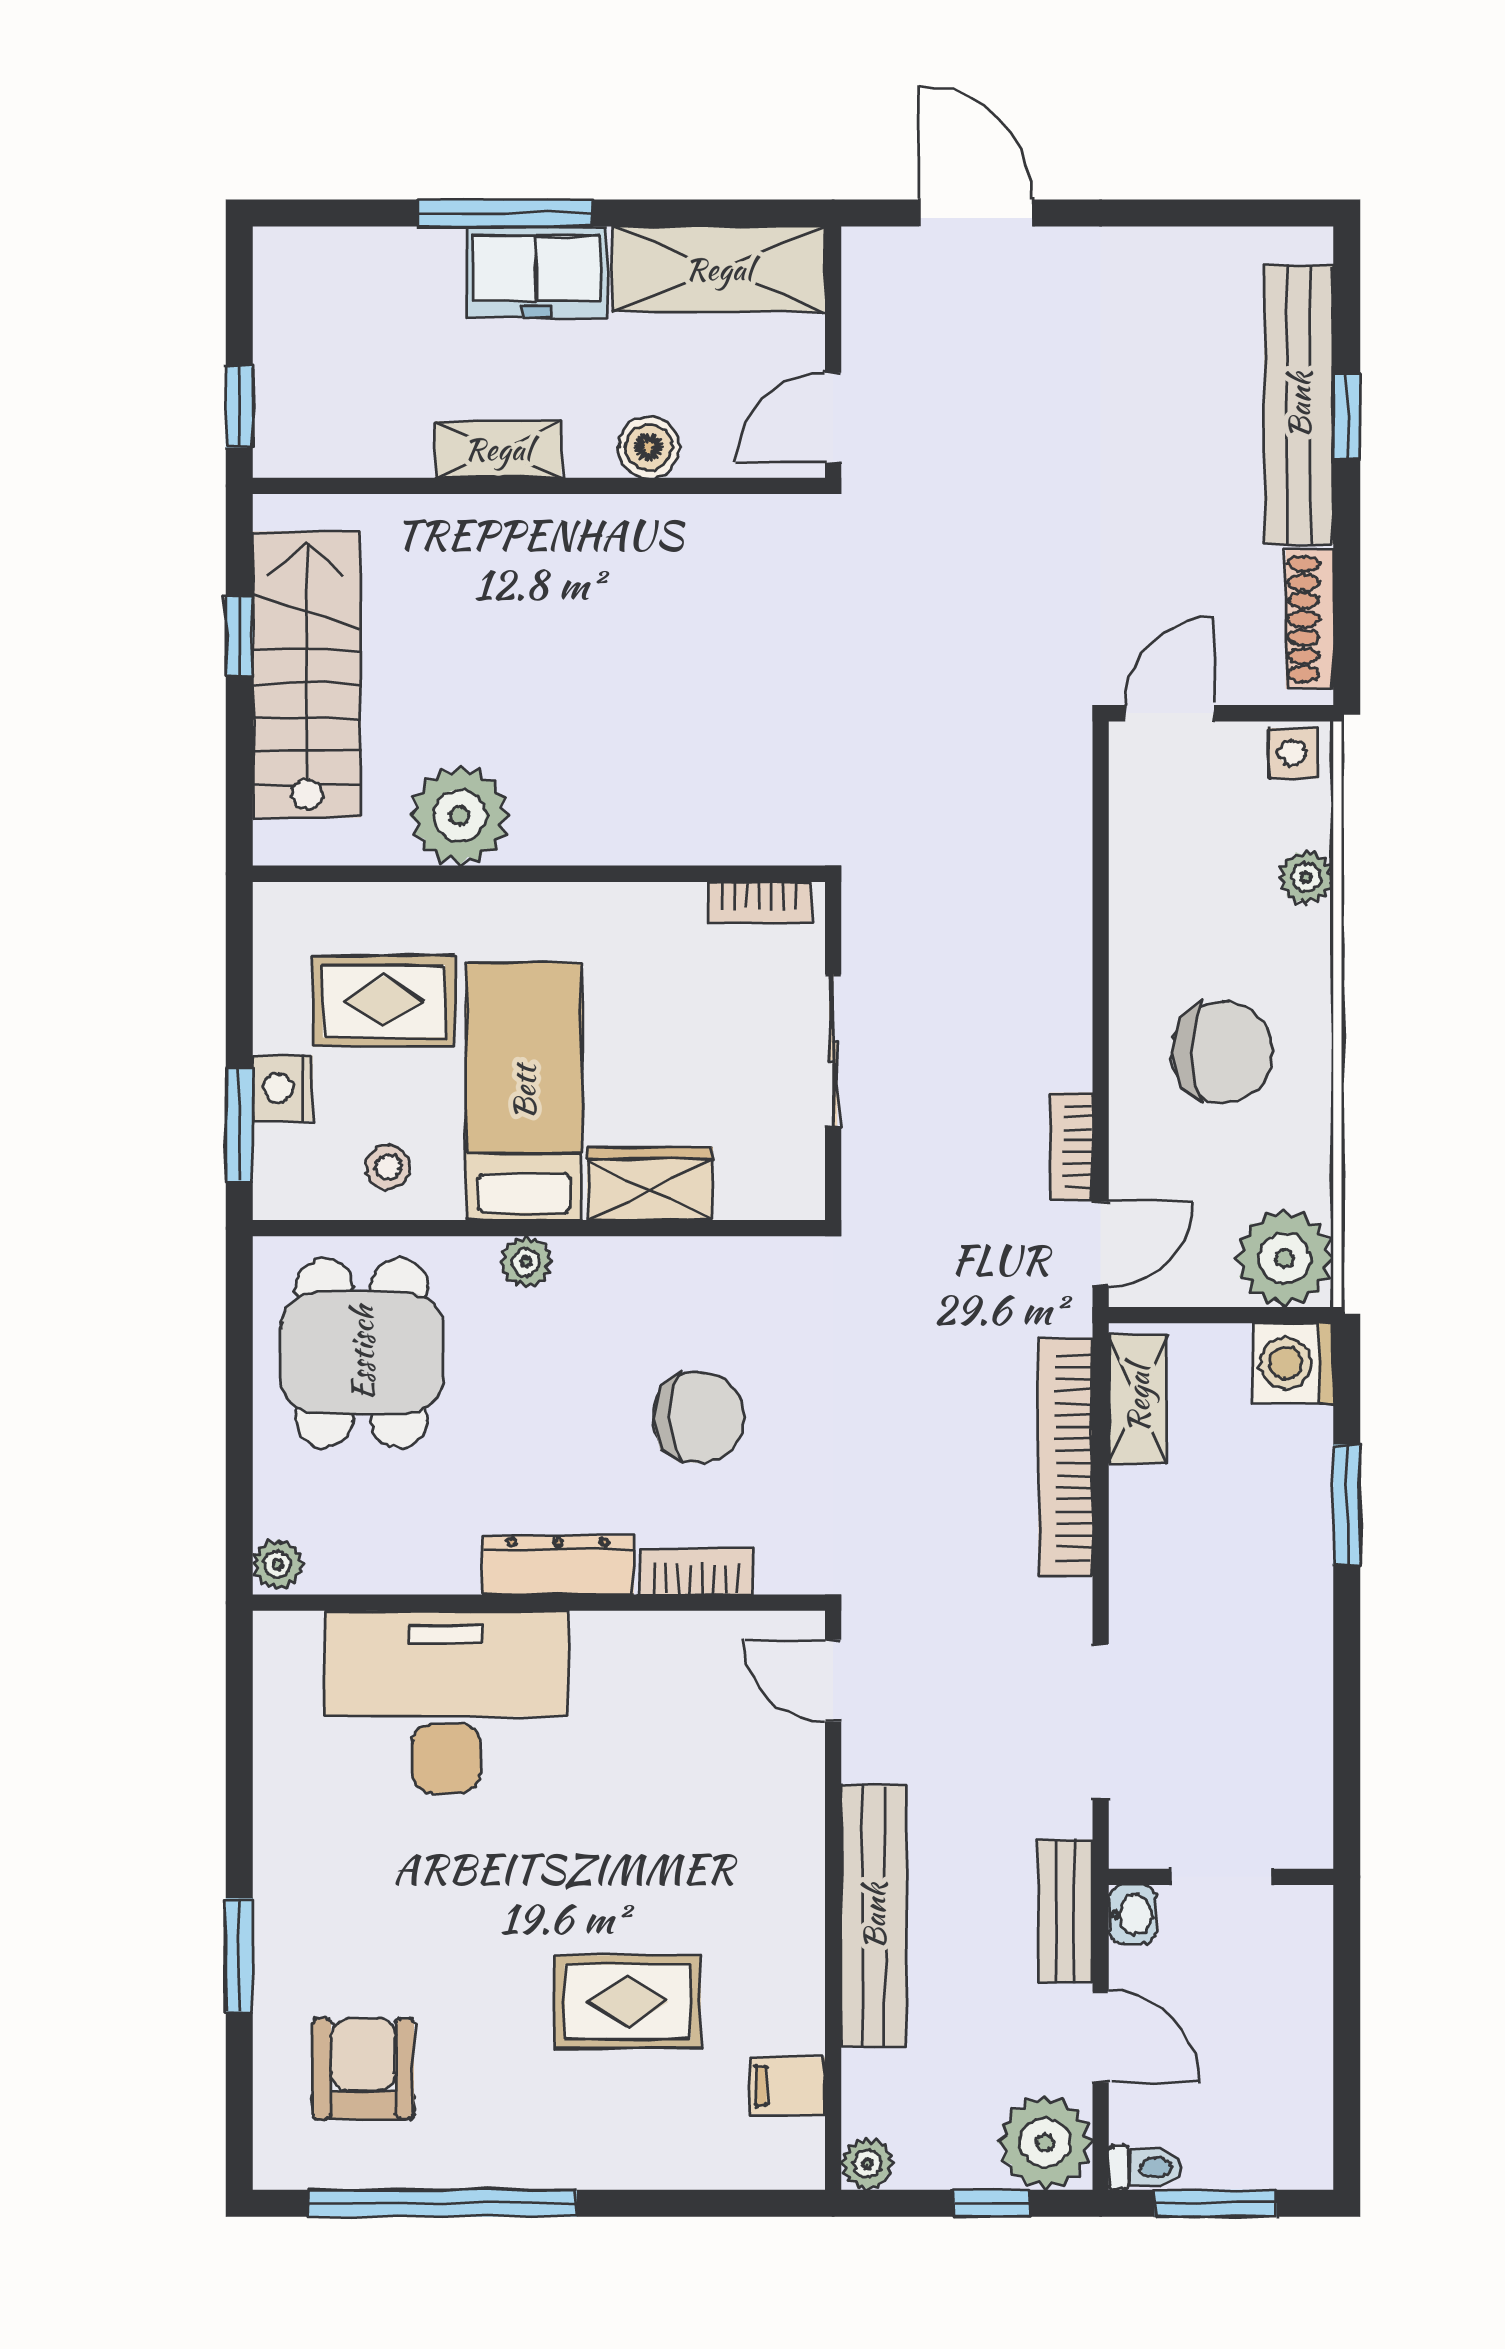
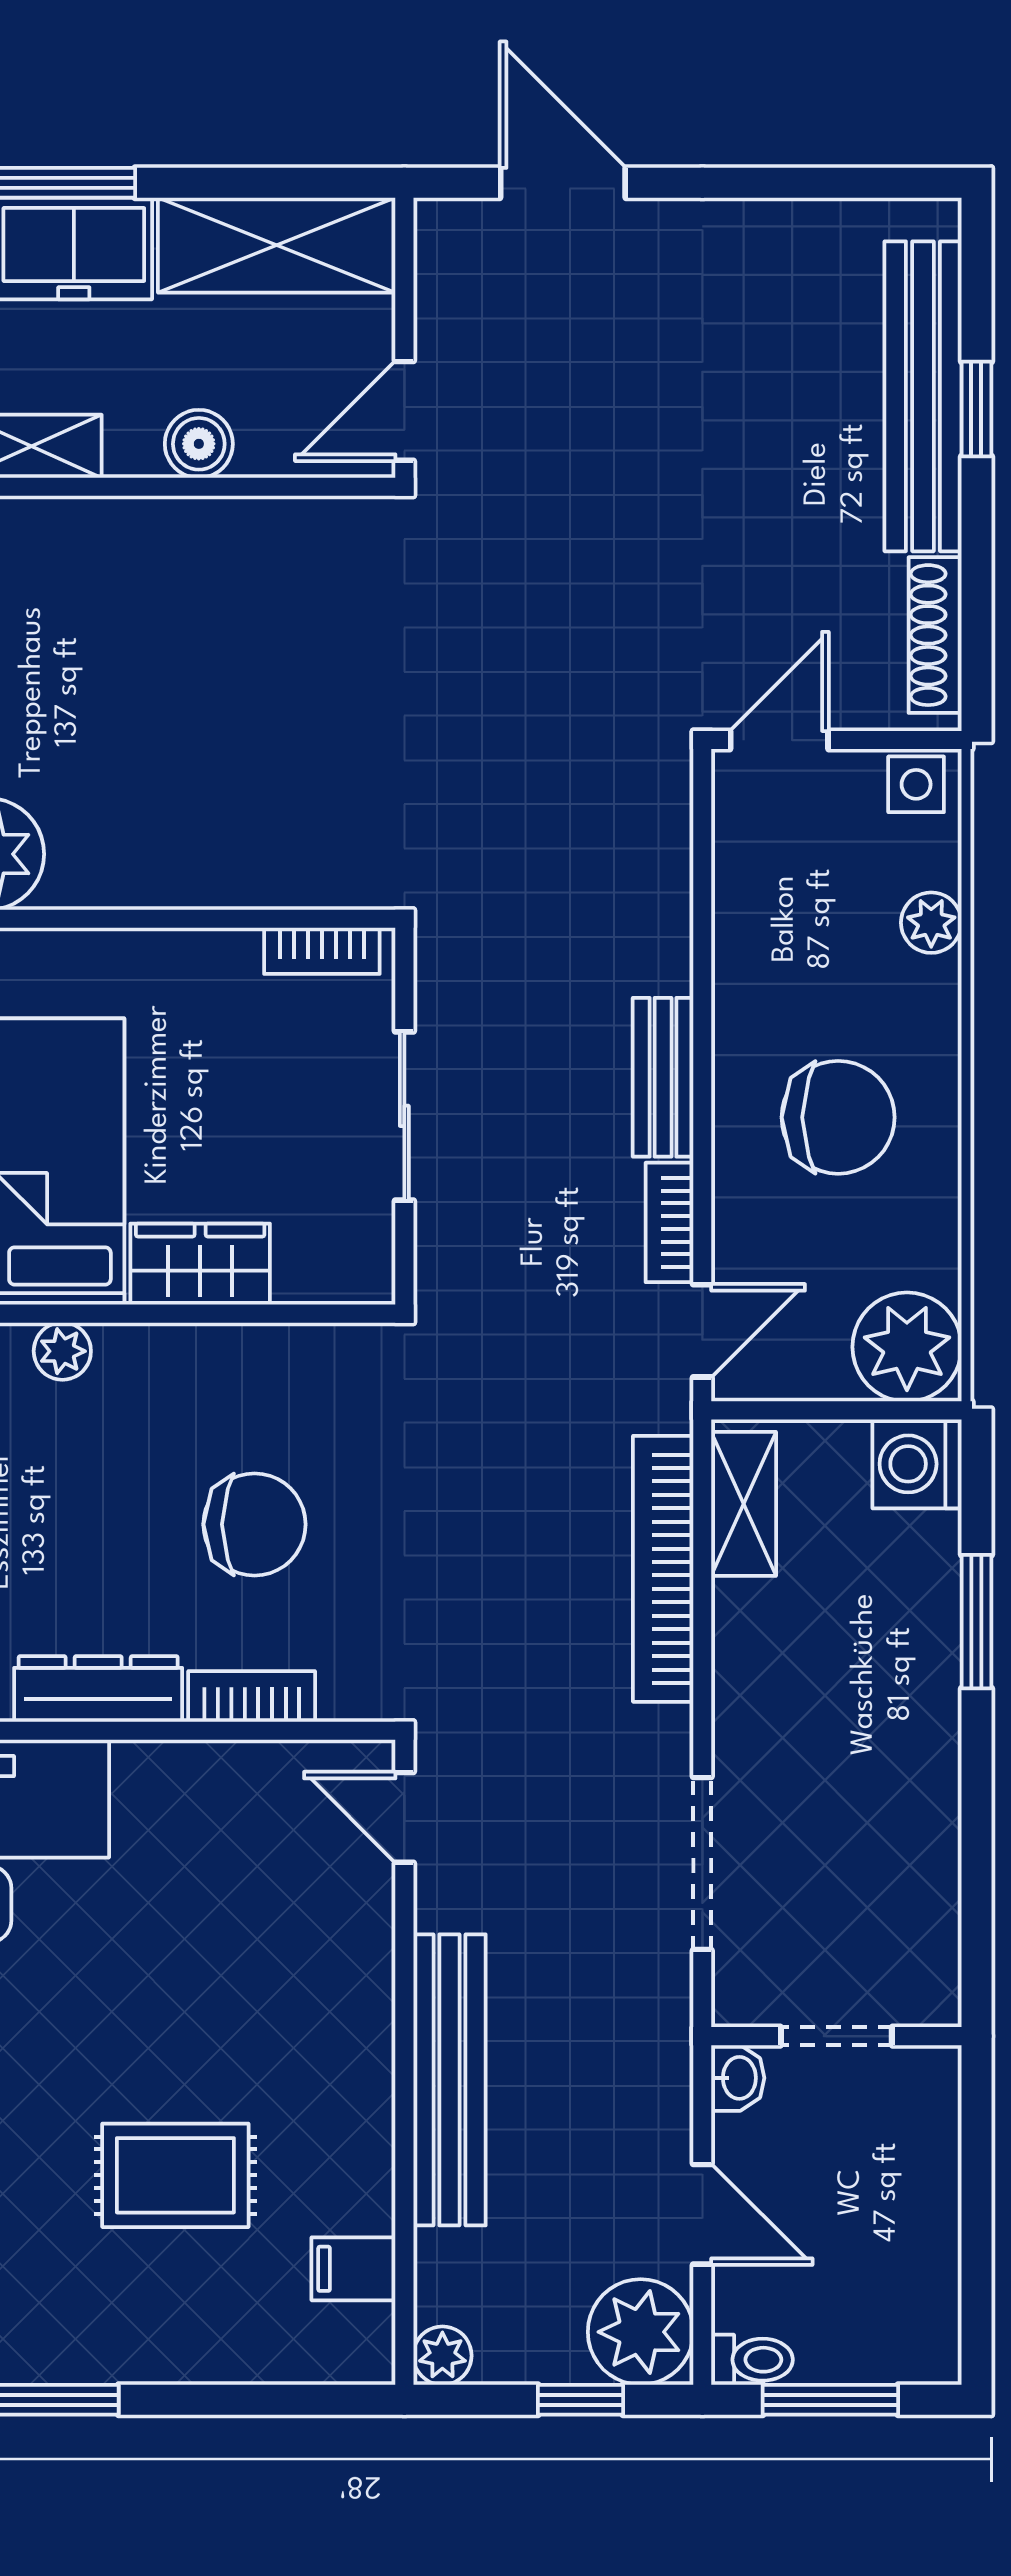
bench: (1065, 1911) -> (663, 1077), moved

